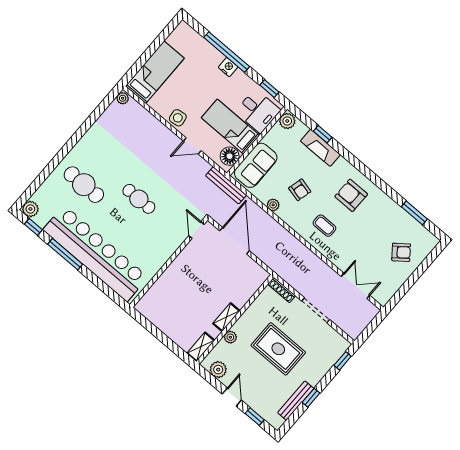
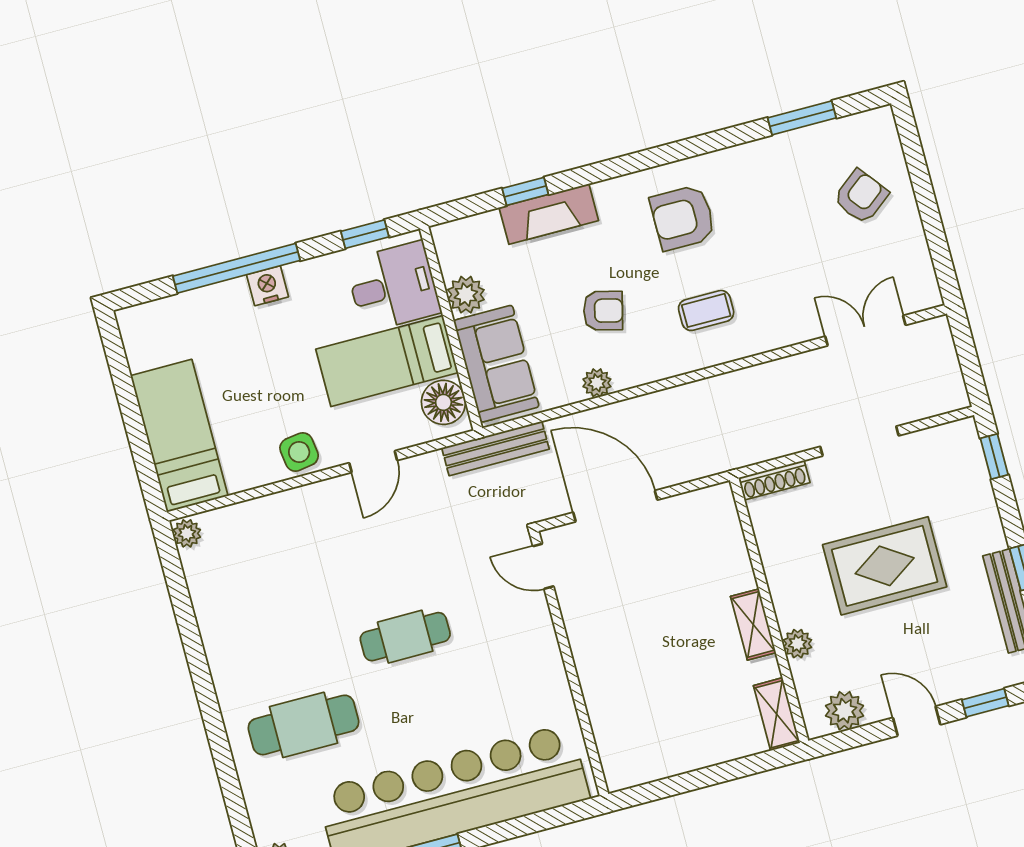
plant: (287, 121) -> (466, 295), moved

